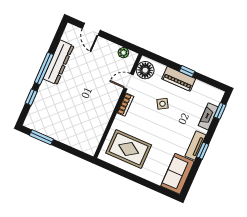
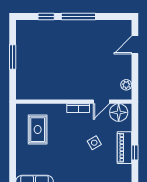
dresser: (58, 62) -> (90, 28), removed
door: (129, 81) -> (101, 102), swing flipped
window: (41, 137) -> (13, 57), moved
rug: (129, 149) -> (38, 130), width x0.73, depth x0.70

